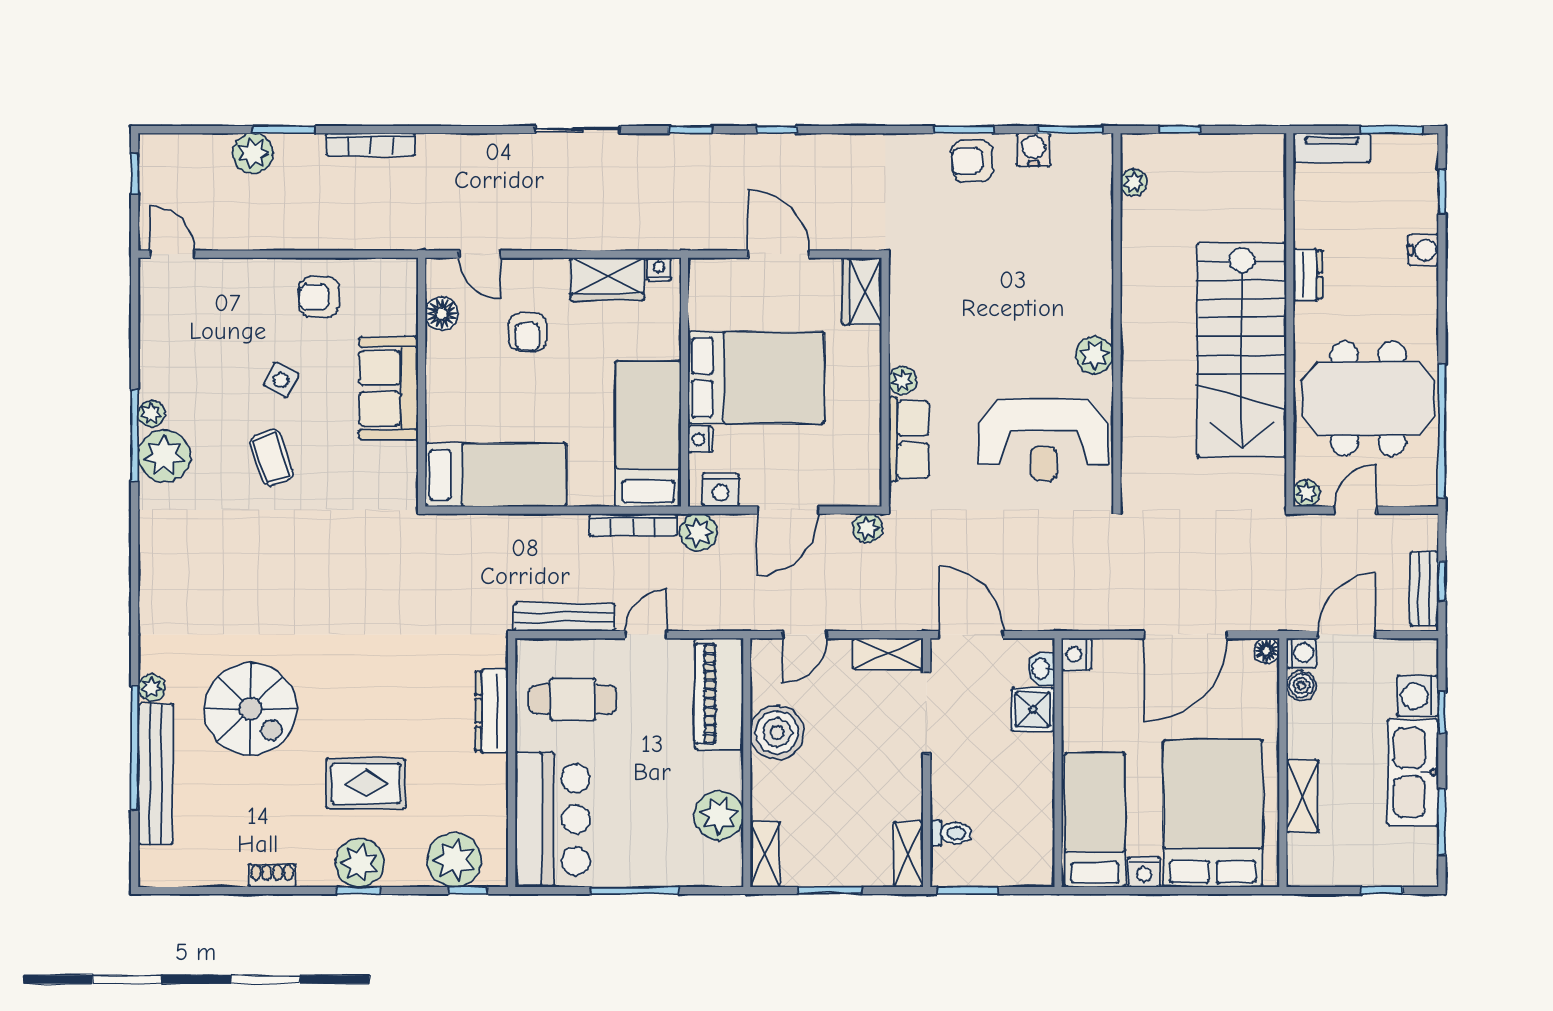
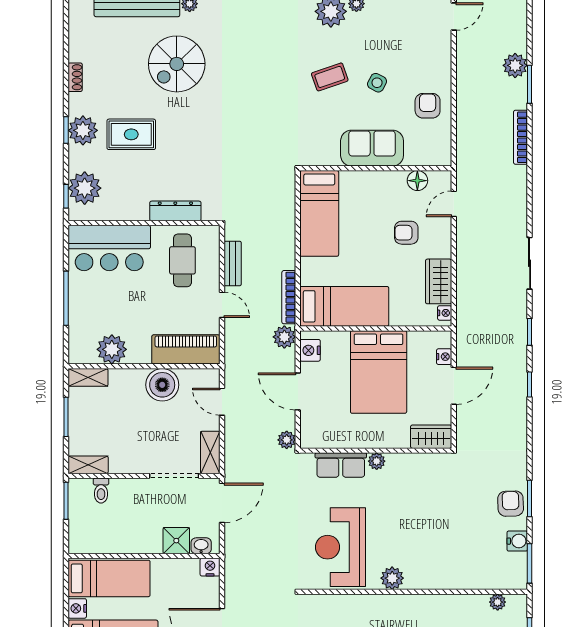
nightstand: (700, 439) -> (444, 357), moved, turned 90
bench: (565, 617) -> (233, 263), width x0.73
rug: (366, 783) -> (131, 134), turned 90

